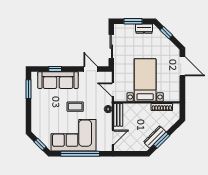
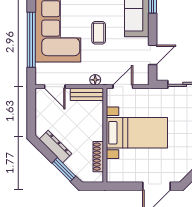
window: (162, 140) -> (64, 170), moved

